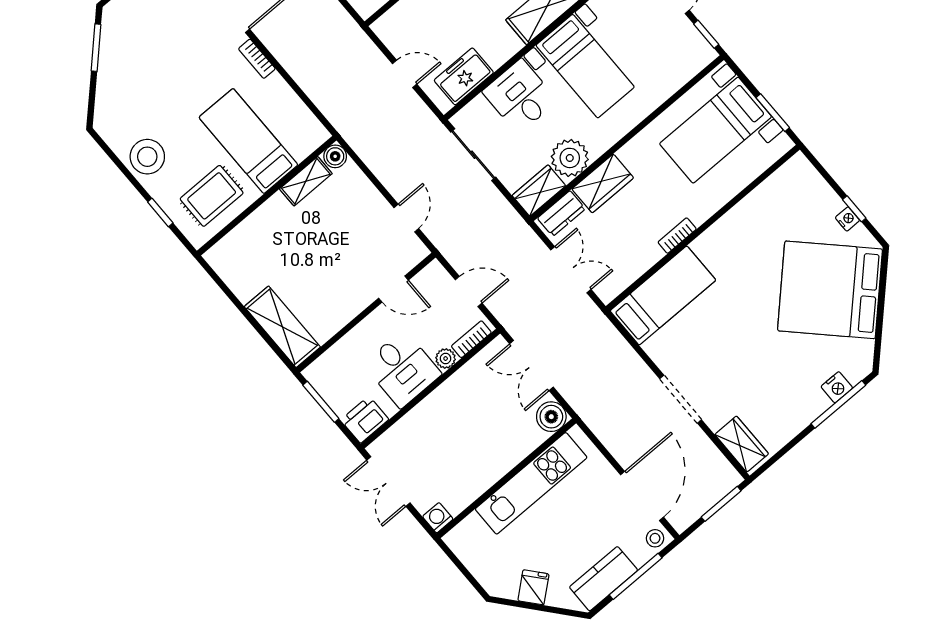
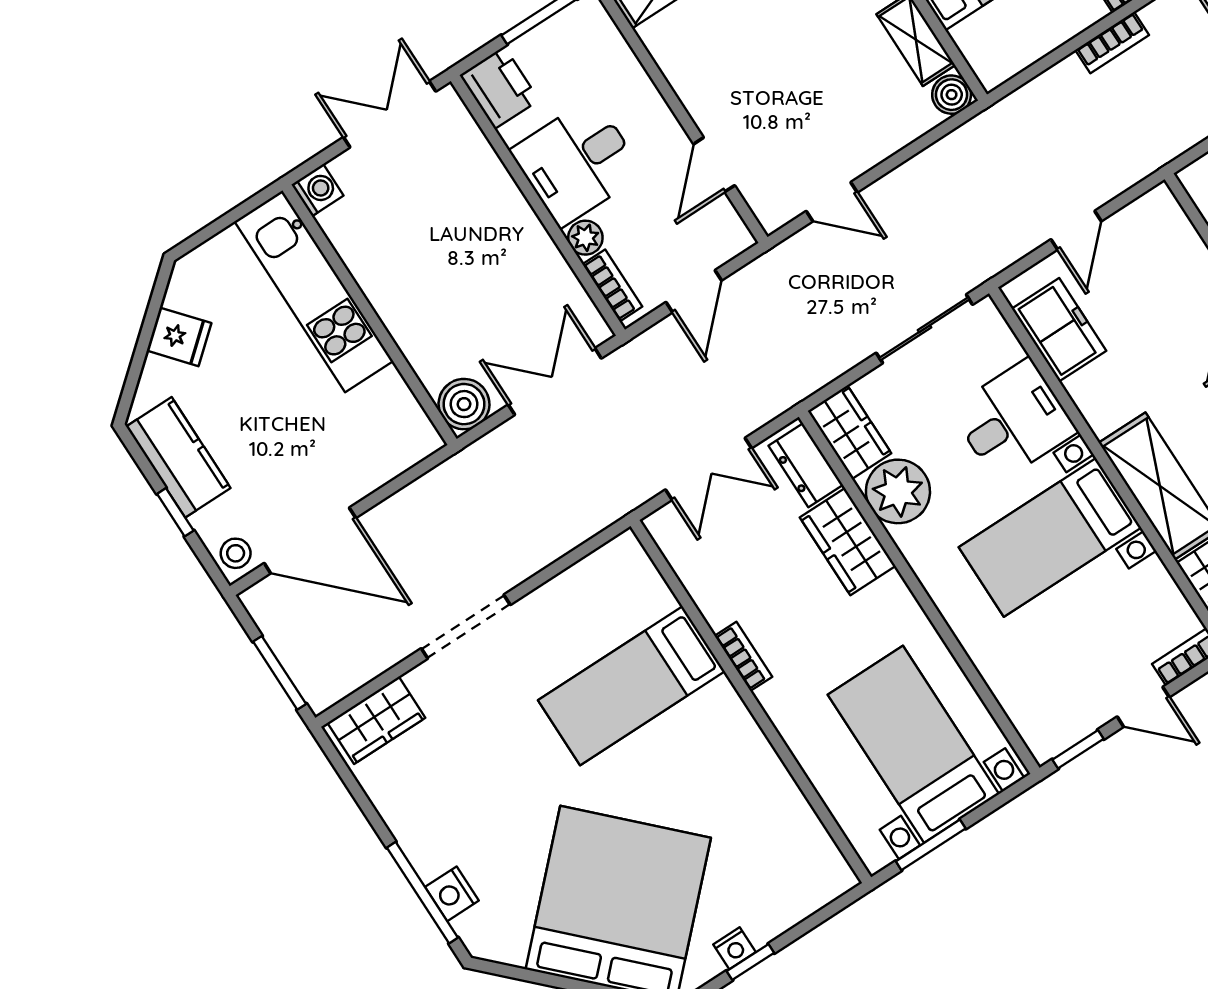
bookcase: (293, 67) -> (1112, 43), added
bed: (663, 295) -> (631, 686), moved, turned 90
kitchen unit: (531, 483) -> (314, 291), moved
window: (636, 576) -> (175, 512), width x0.46

